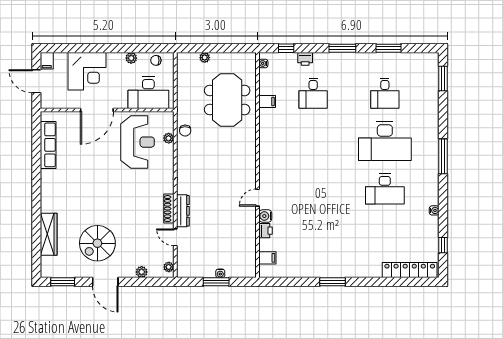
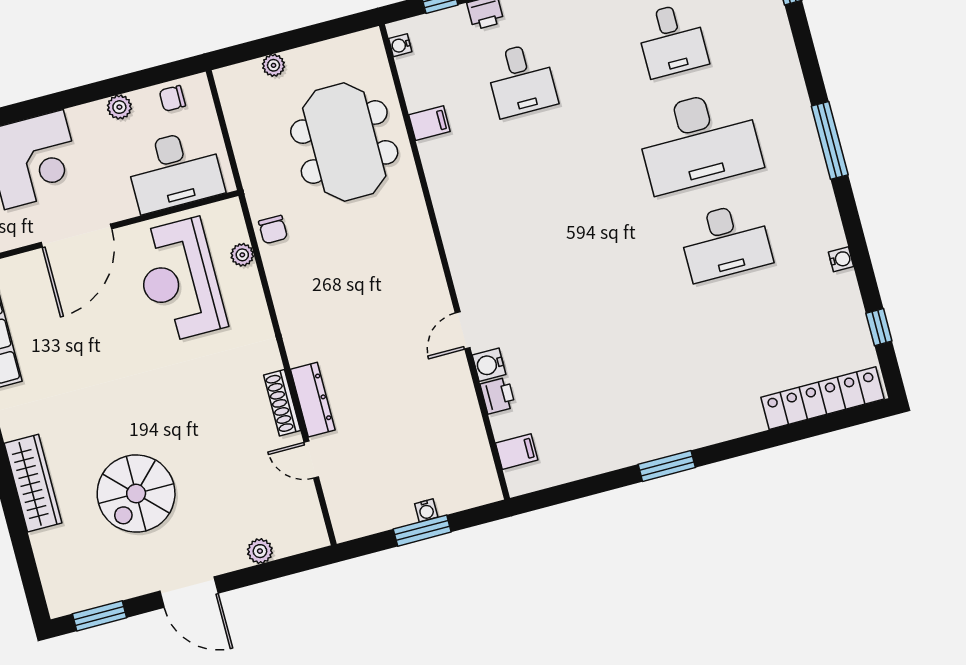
reception desk: (138, 142) -> (179, 280), turned 180
wardrobe: (49, 234) -> (33, 483), moved
spiral stairs: (97, 243) -> (136, 494), moved
plant: (169, 267) -> (314, 526), removed

